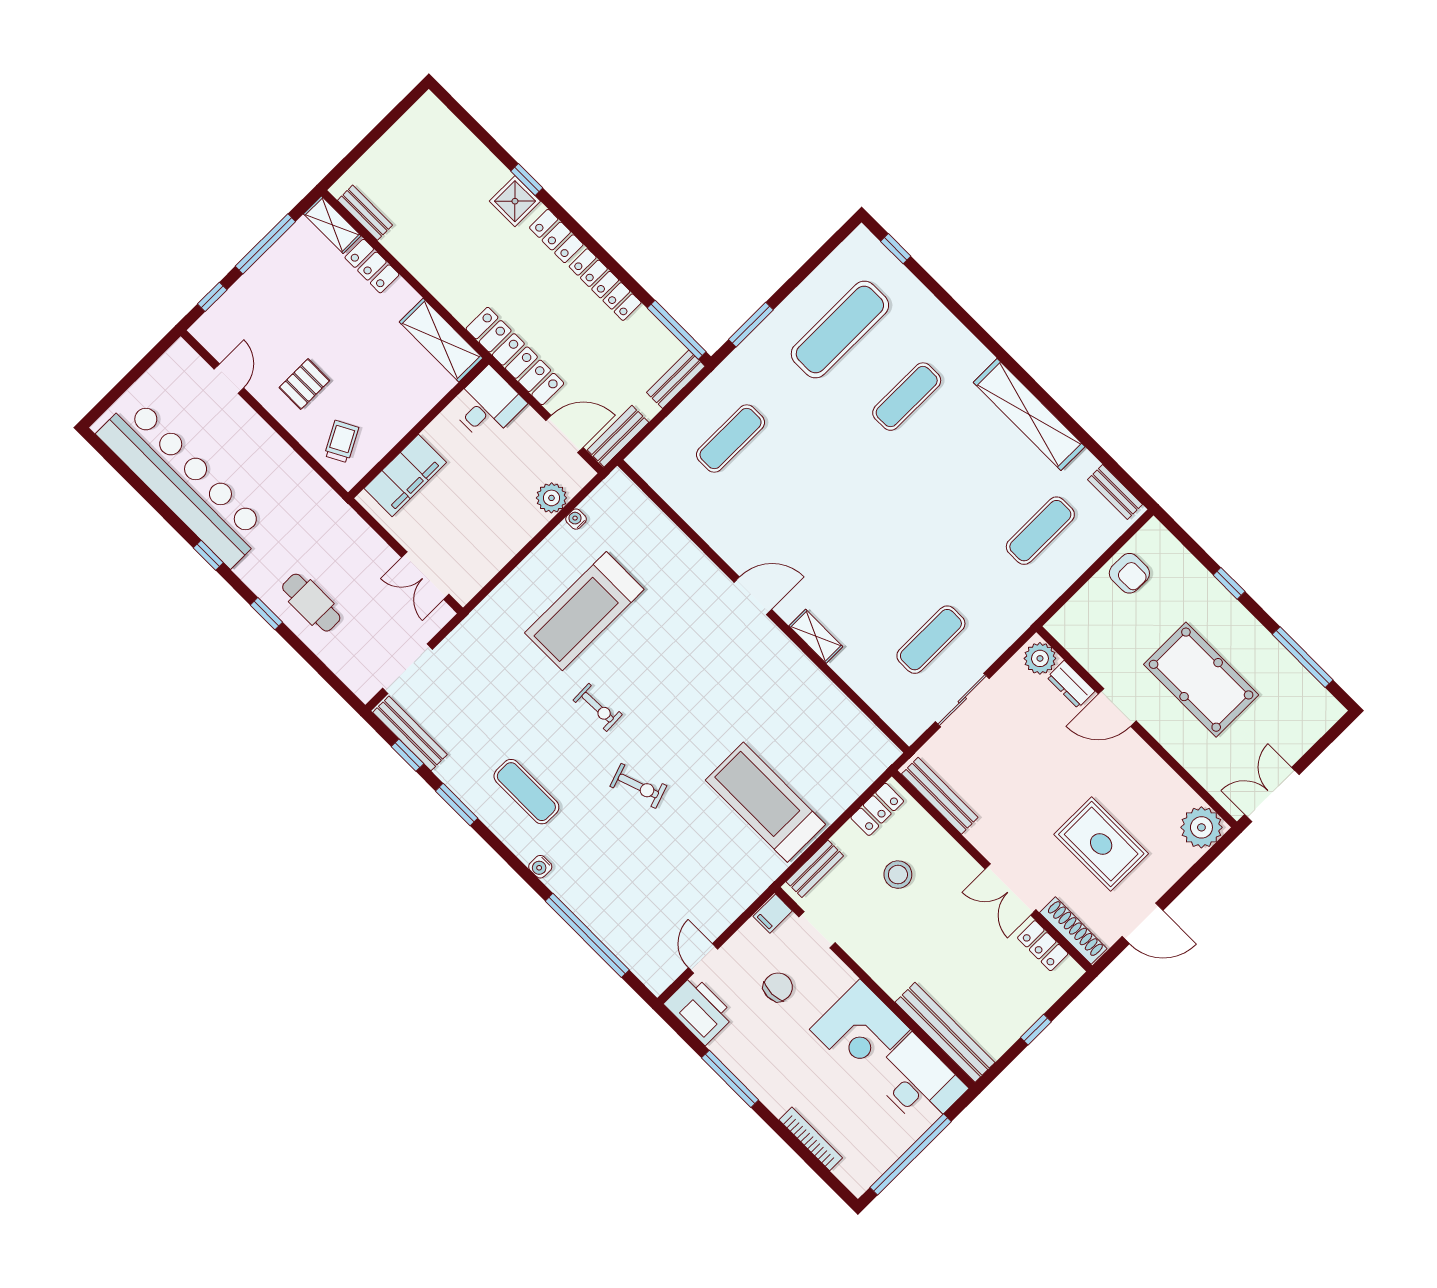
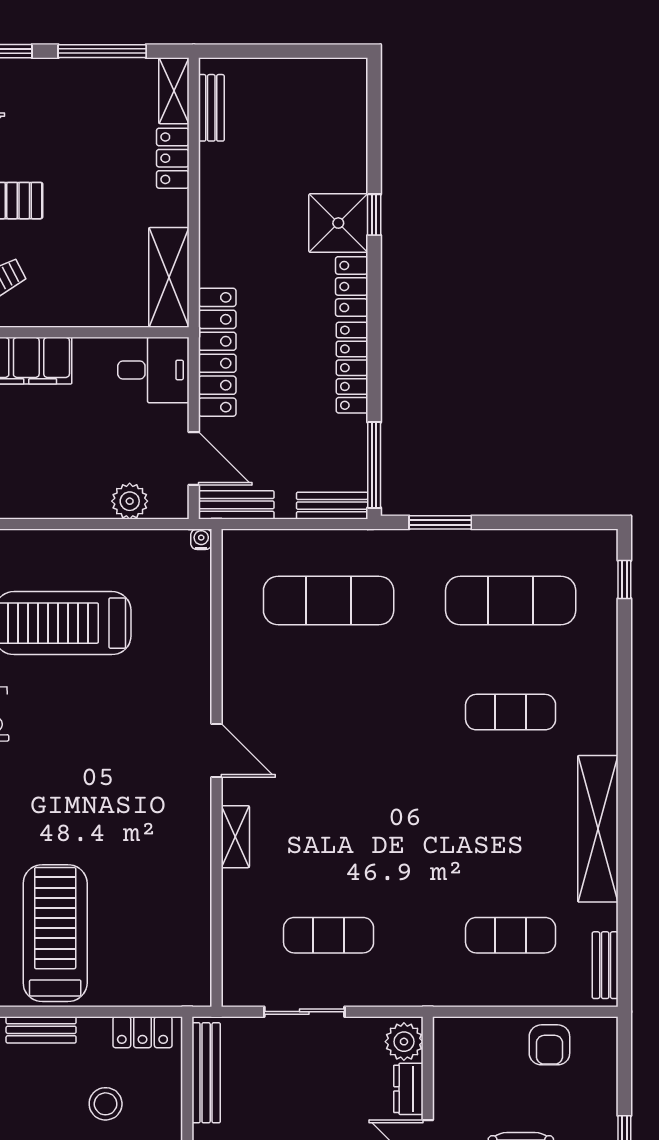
shower: (515, 201) -> (338, 223), width x1.36, depth x1.36
exercise mat: (731, 439) -> (329, 600), width x1.36, depth x1.45
water cooler: (576, 519) -> (201, 539), moved

